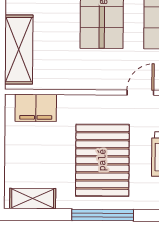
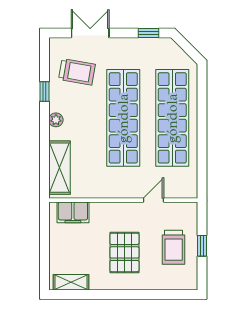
pallet: (102, 160) -> (124, 252), width x0.73, depth x0.71
window: (103, 215) -> (125, 295), removed

